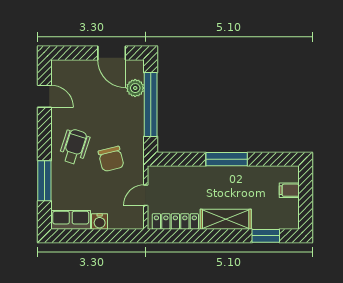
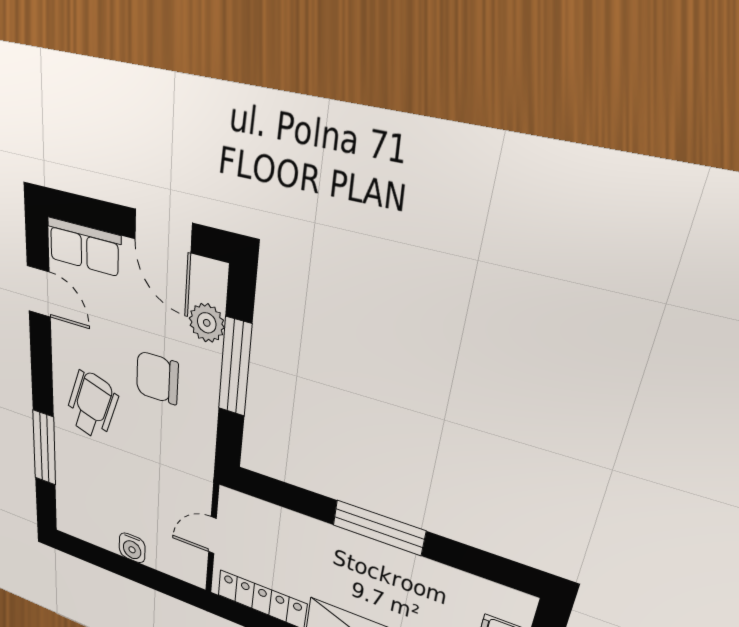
window: (151, 104) -> (235, 367), width x0.68
chair: (111, 159) -> (157, 378), moved, turned 104
row of seats: (71, 220) -> (84, 247), moved, turned 180

